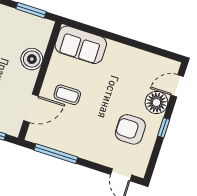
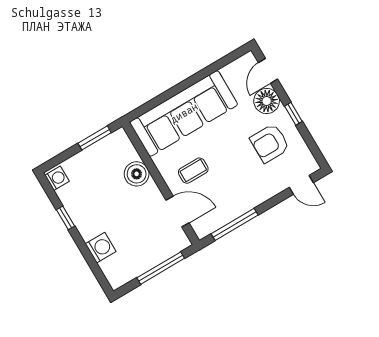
sofa: (81, 45) -> (184, 113), width x1.85, depth x1.27
door: (31, 108) -> (177, 211), hinge flipped

